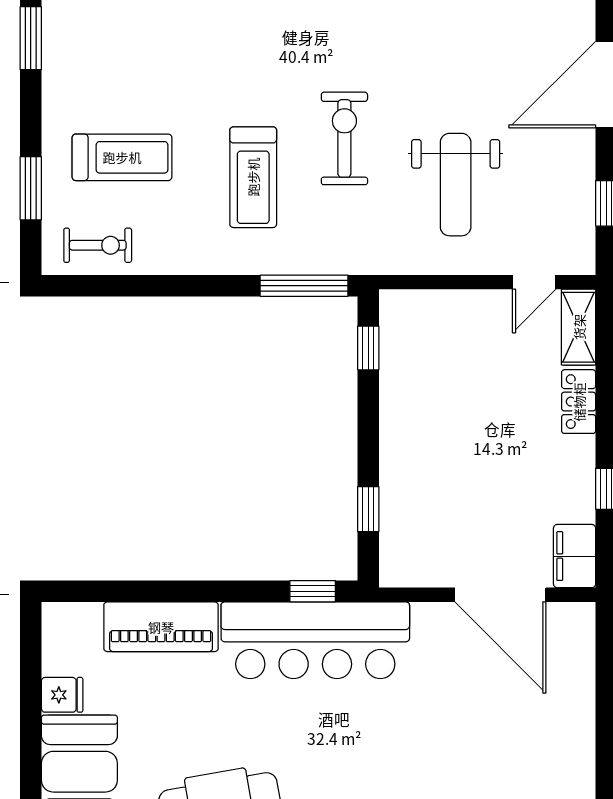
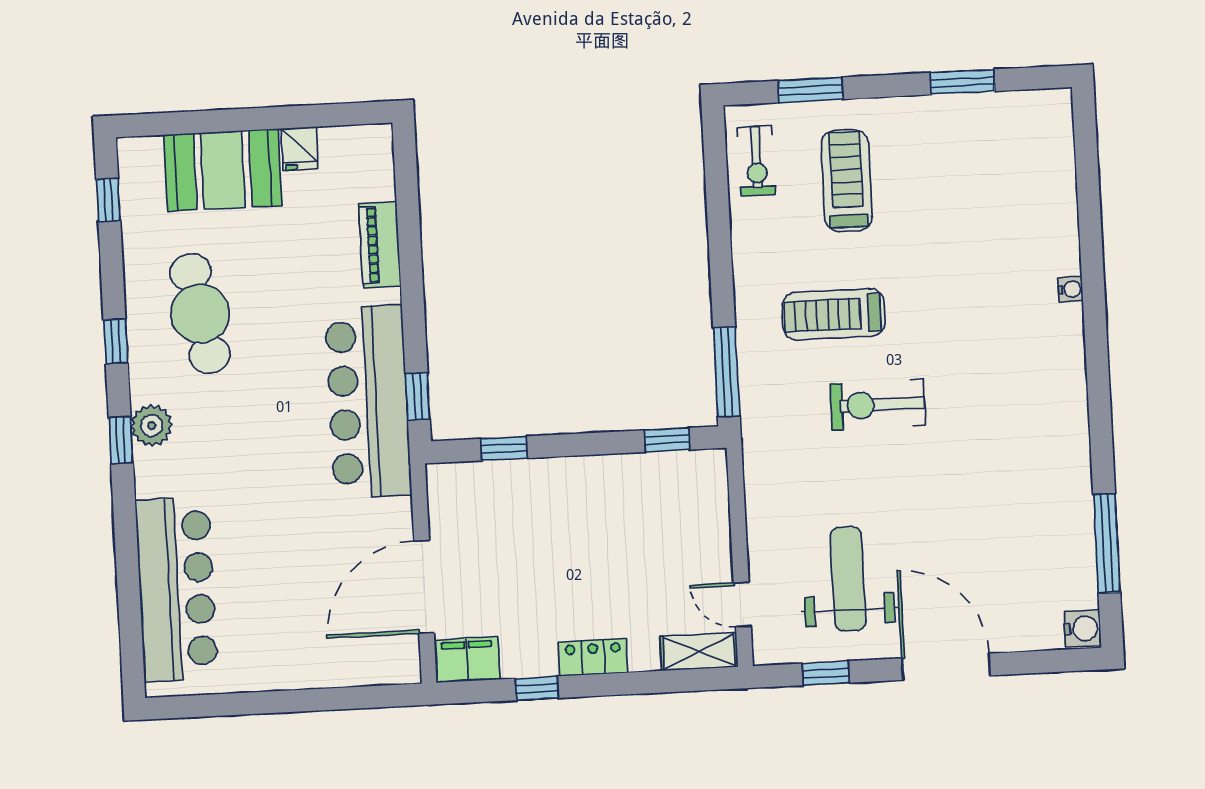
exercise bike: (344, 138) -> (878, 405), turned 180
treadmill: (122, 157) -> (847, 181), turned 180
weight bench: (456, 185) -> (848, 579), moved, turned 90
locker: (579, 402) -> (593, 657), moved
piano: (161, 627) -> (380, 245), width x0.73, depth x0.75

